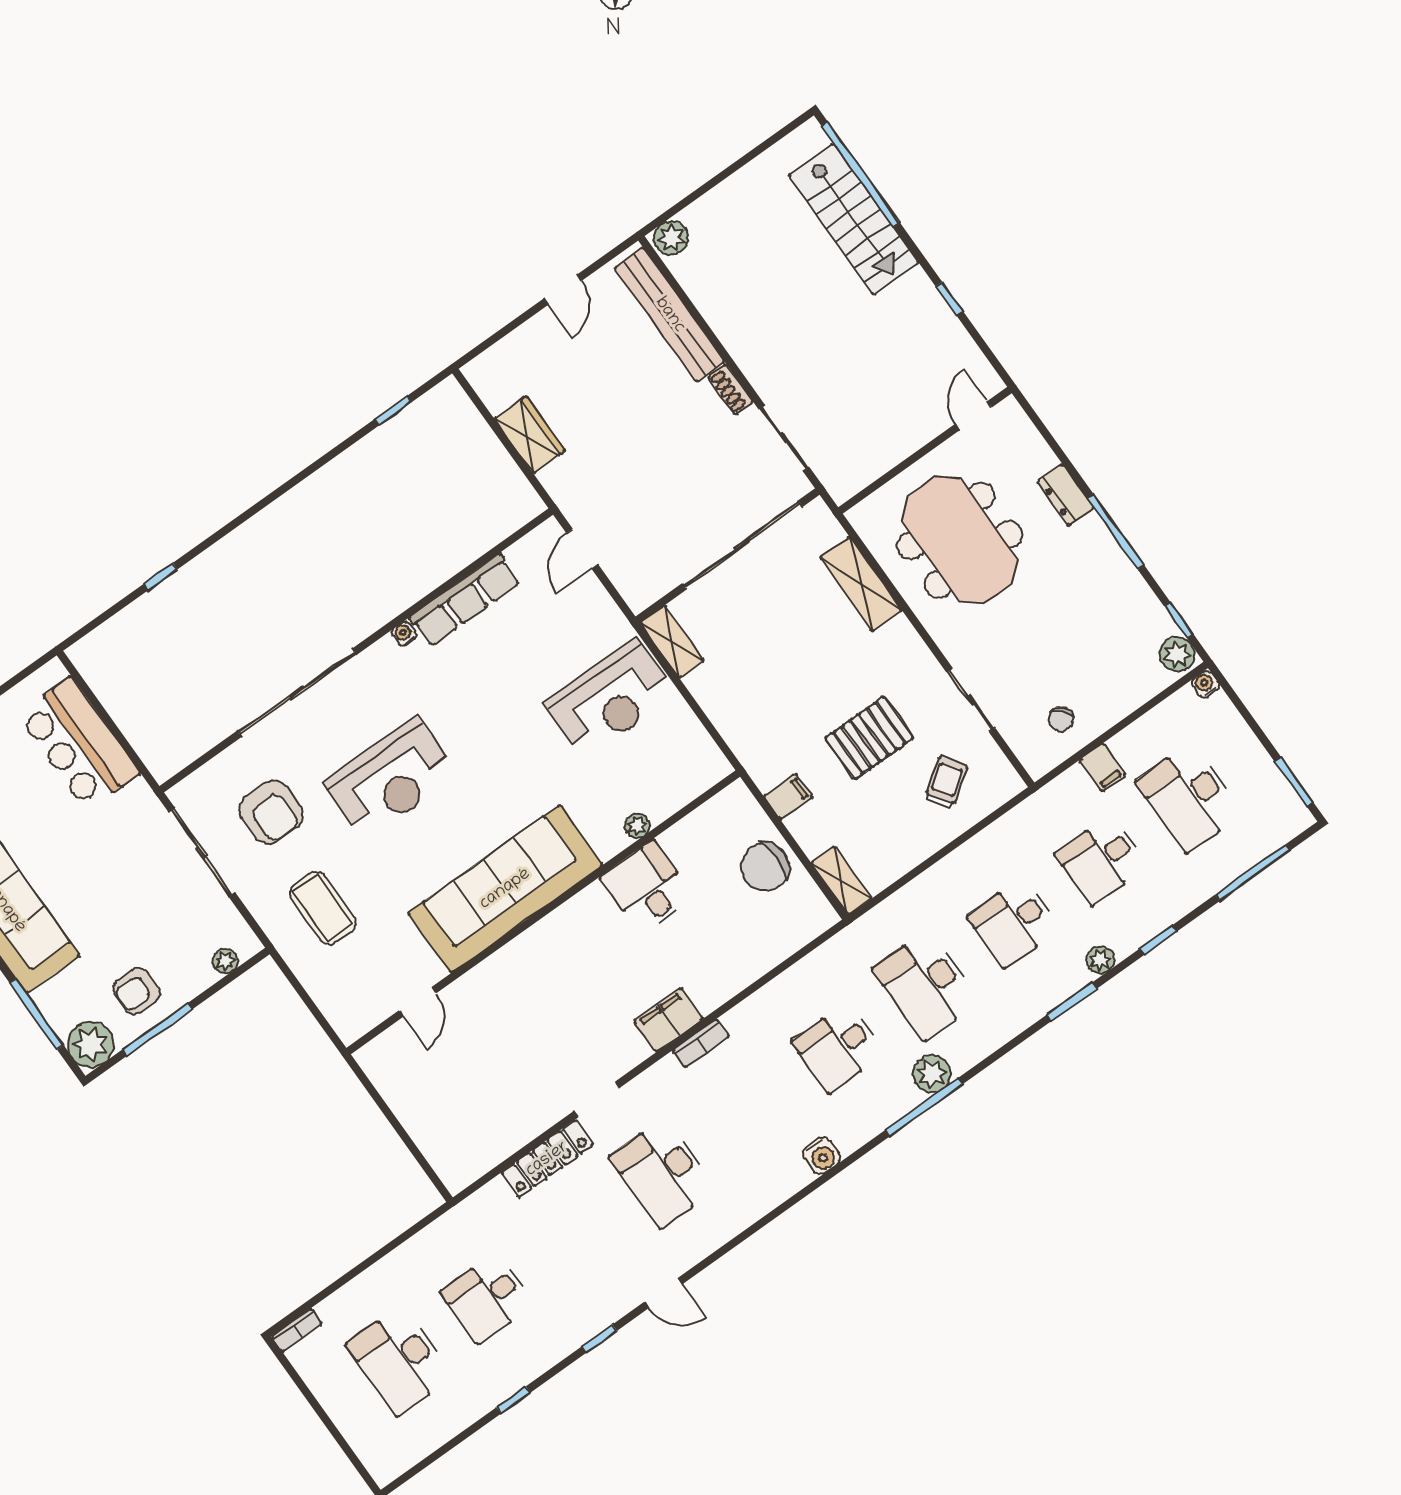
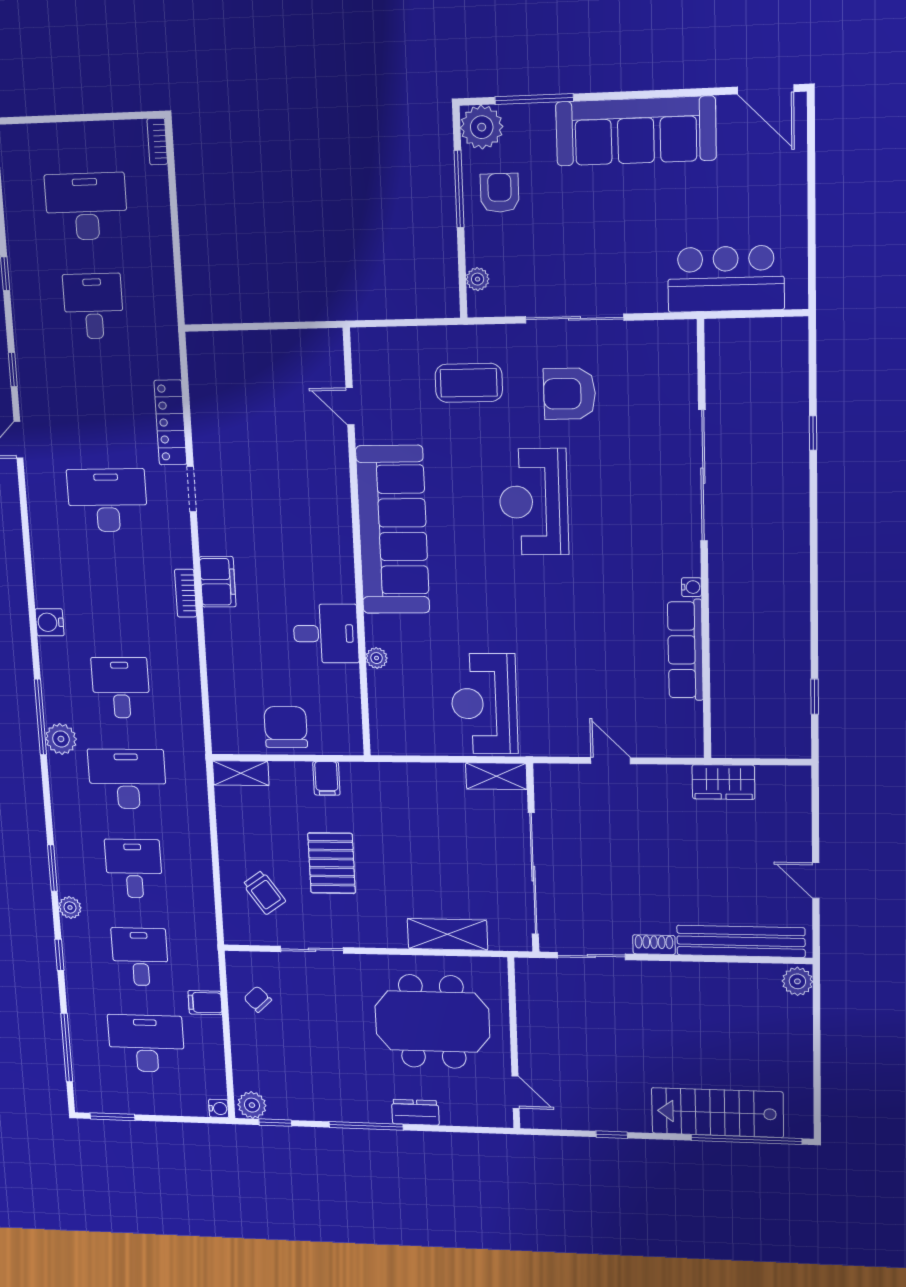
row of seats: (465, 600) -> (685, 650), moved
water cooler: (404, 634) -> (691, 587), moved
wall: (356, 650) -> (704, 543), moved
sliding door: (297, 693) -> (703, 476), moved

